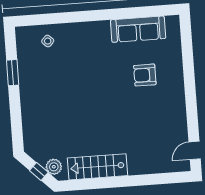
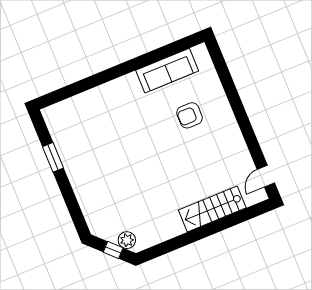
side table: (48, 41) -> (78, 113), removed
stairs: (98, 167) -> (212, 209), moved

